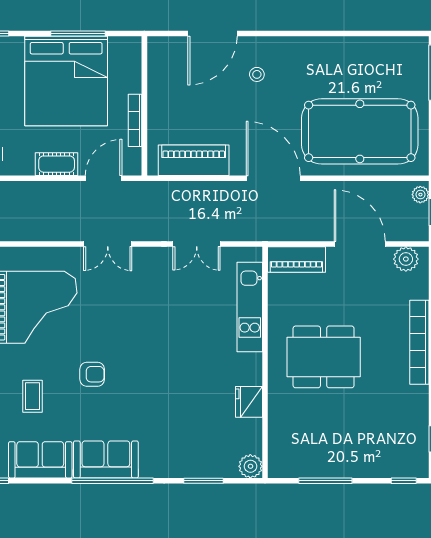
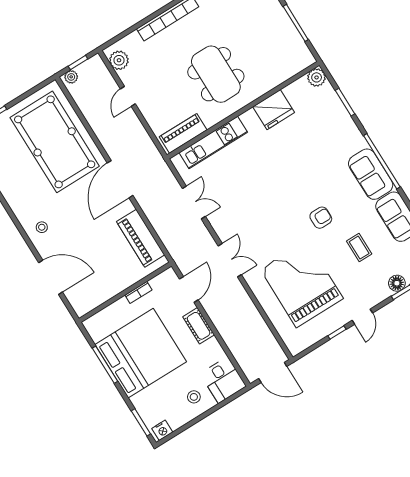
stool: (257, 74) -> (42, 227), moved
bookcase: (135, 120) -> (138, 292), width x0.64
door: (104, 178) -> (189, 289), swing flipped
door: (360, 244) -> (128, 96), width x0.53
piano: (296, 259) -> (183, 133), moved, turned -90
armchair: (92, 374) -> (321, 218), turned 90
coffee table: (32, 396) -> (359, 248), turned 90
fridge: (249, 402) -> (274, 110), width x1.36, depth x1.34

